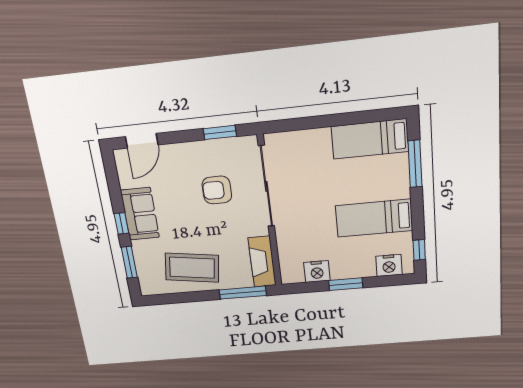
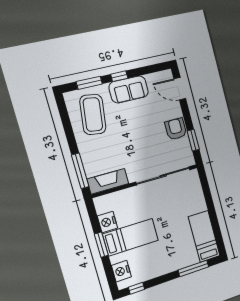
armchair: (217, 190) -> (176, 129), moved
bed: (374, 218) -> (131, 237), moved, turned 90
coffee table: (192, 268) -> (93, 114), moved

